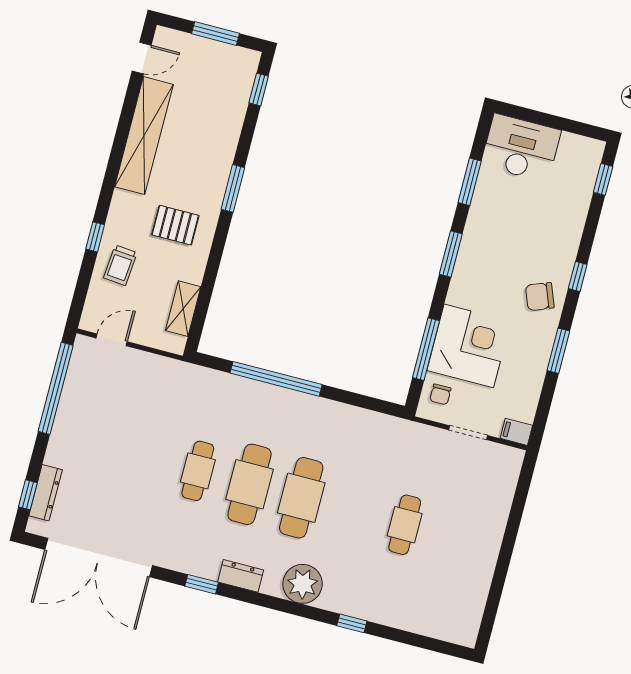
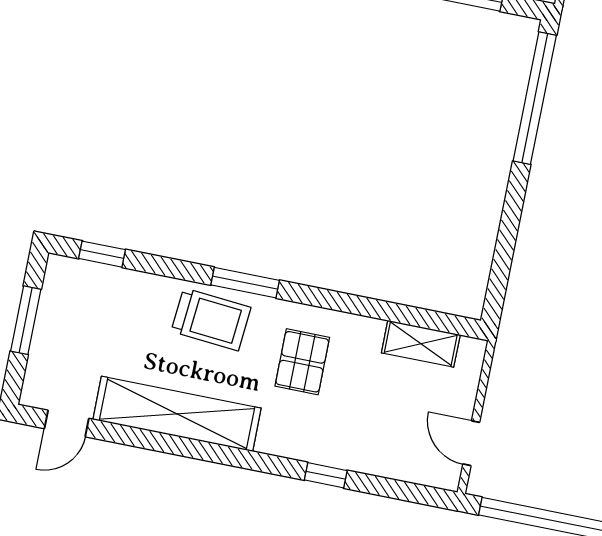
door: (142, 58) -> (67, 423), swing flipped
trolley: (120, 265) -> (211, 319), moved, width x1.36, depth x1.39
window: (276, 379) -> (535, 98), moved

